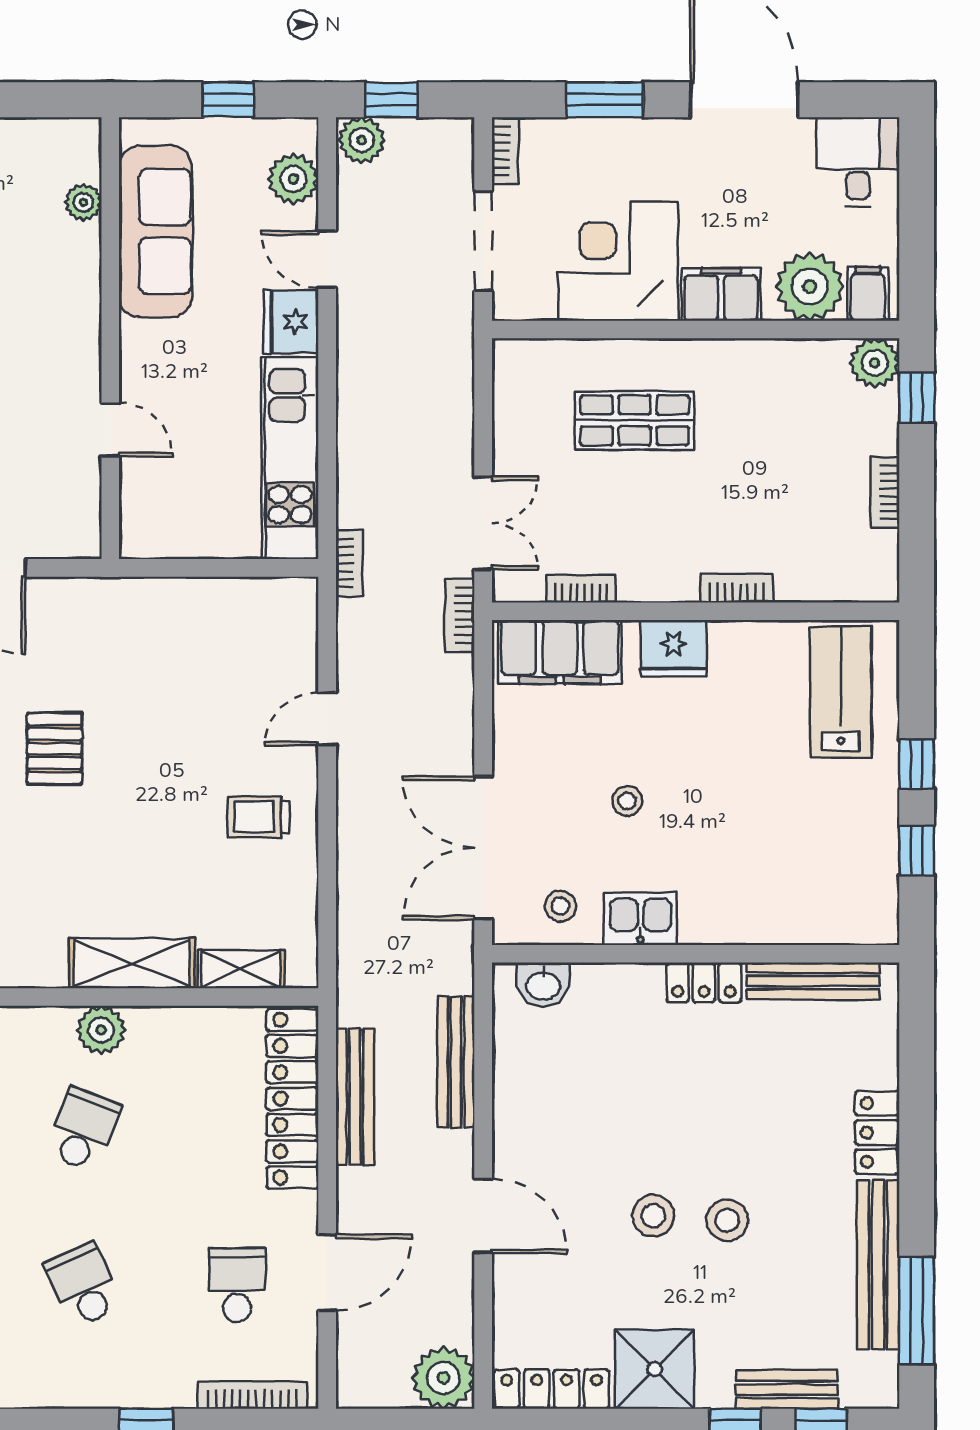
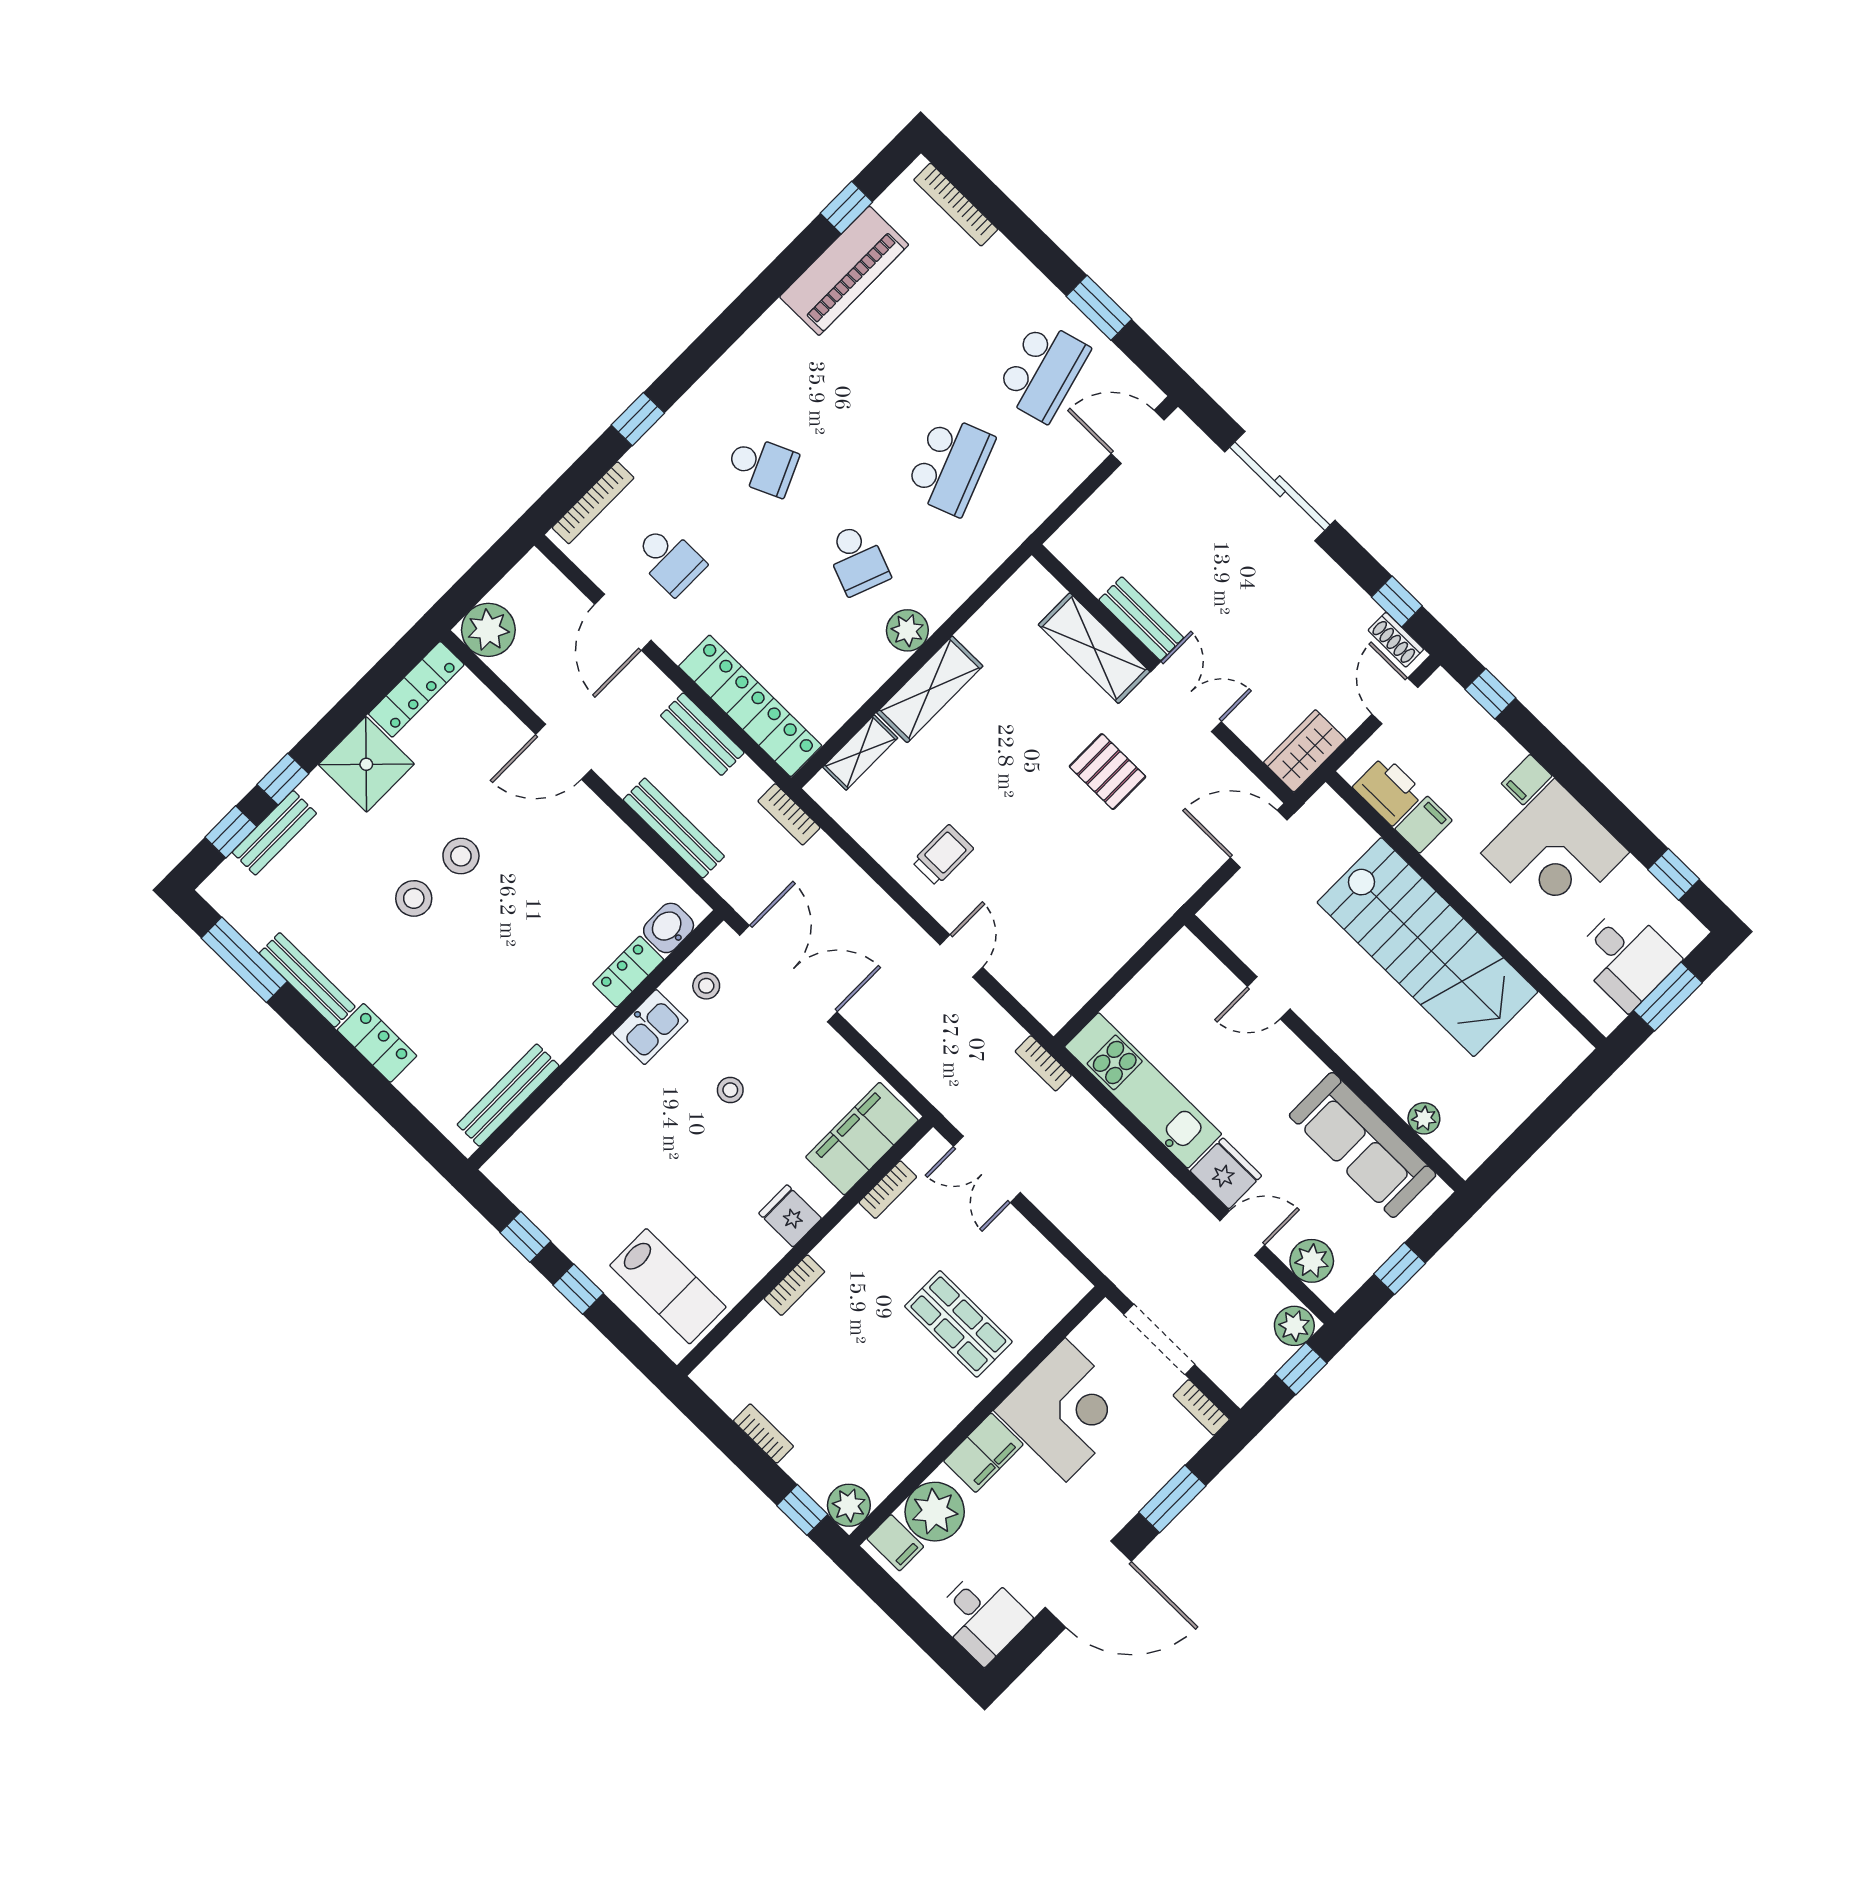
shop shelf: (635, 420) -> (958, 1324), turned 90
bookcase: (460, 615) -> (789, 814), moved, turned 180
fridge: (673, 648) -> (790, 1216), width x0.72
locker: (704, 982) -> (628, 972), moved
bench: (355, 1097) -> (702, 734), width x0.73
bench: (878, 1265) -> (307, 980), width x0.73, depth x0.82

